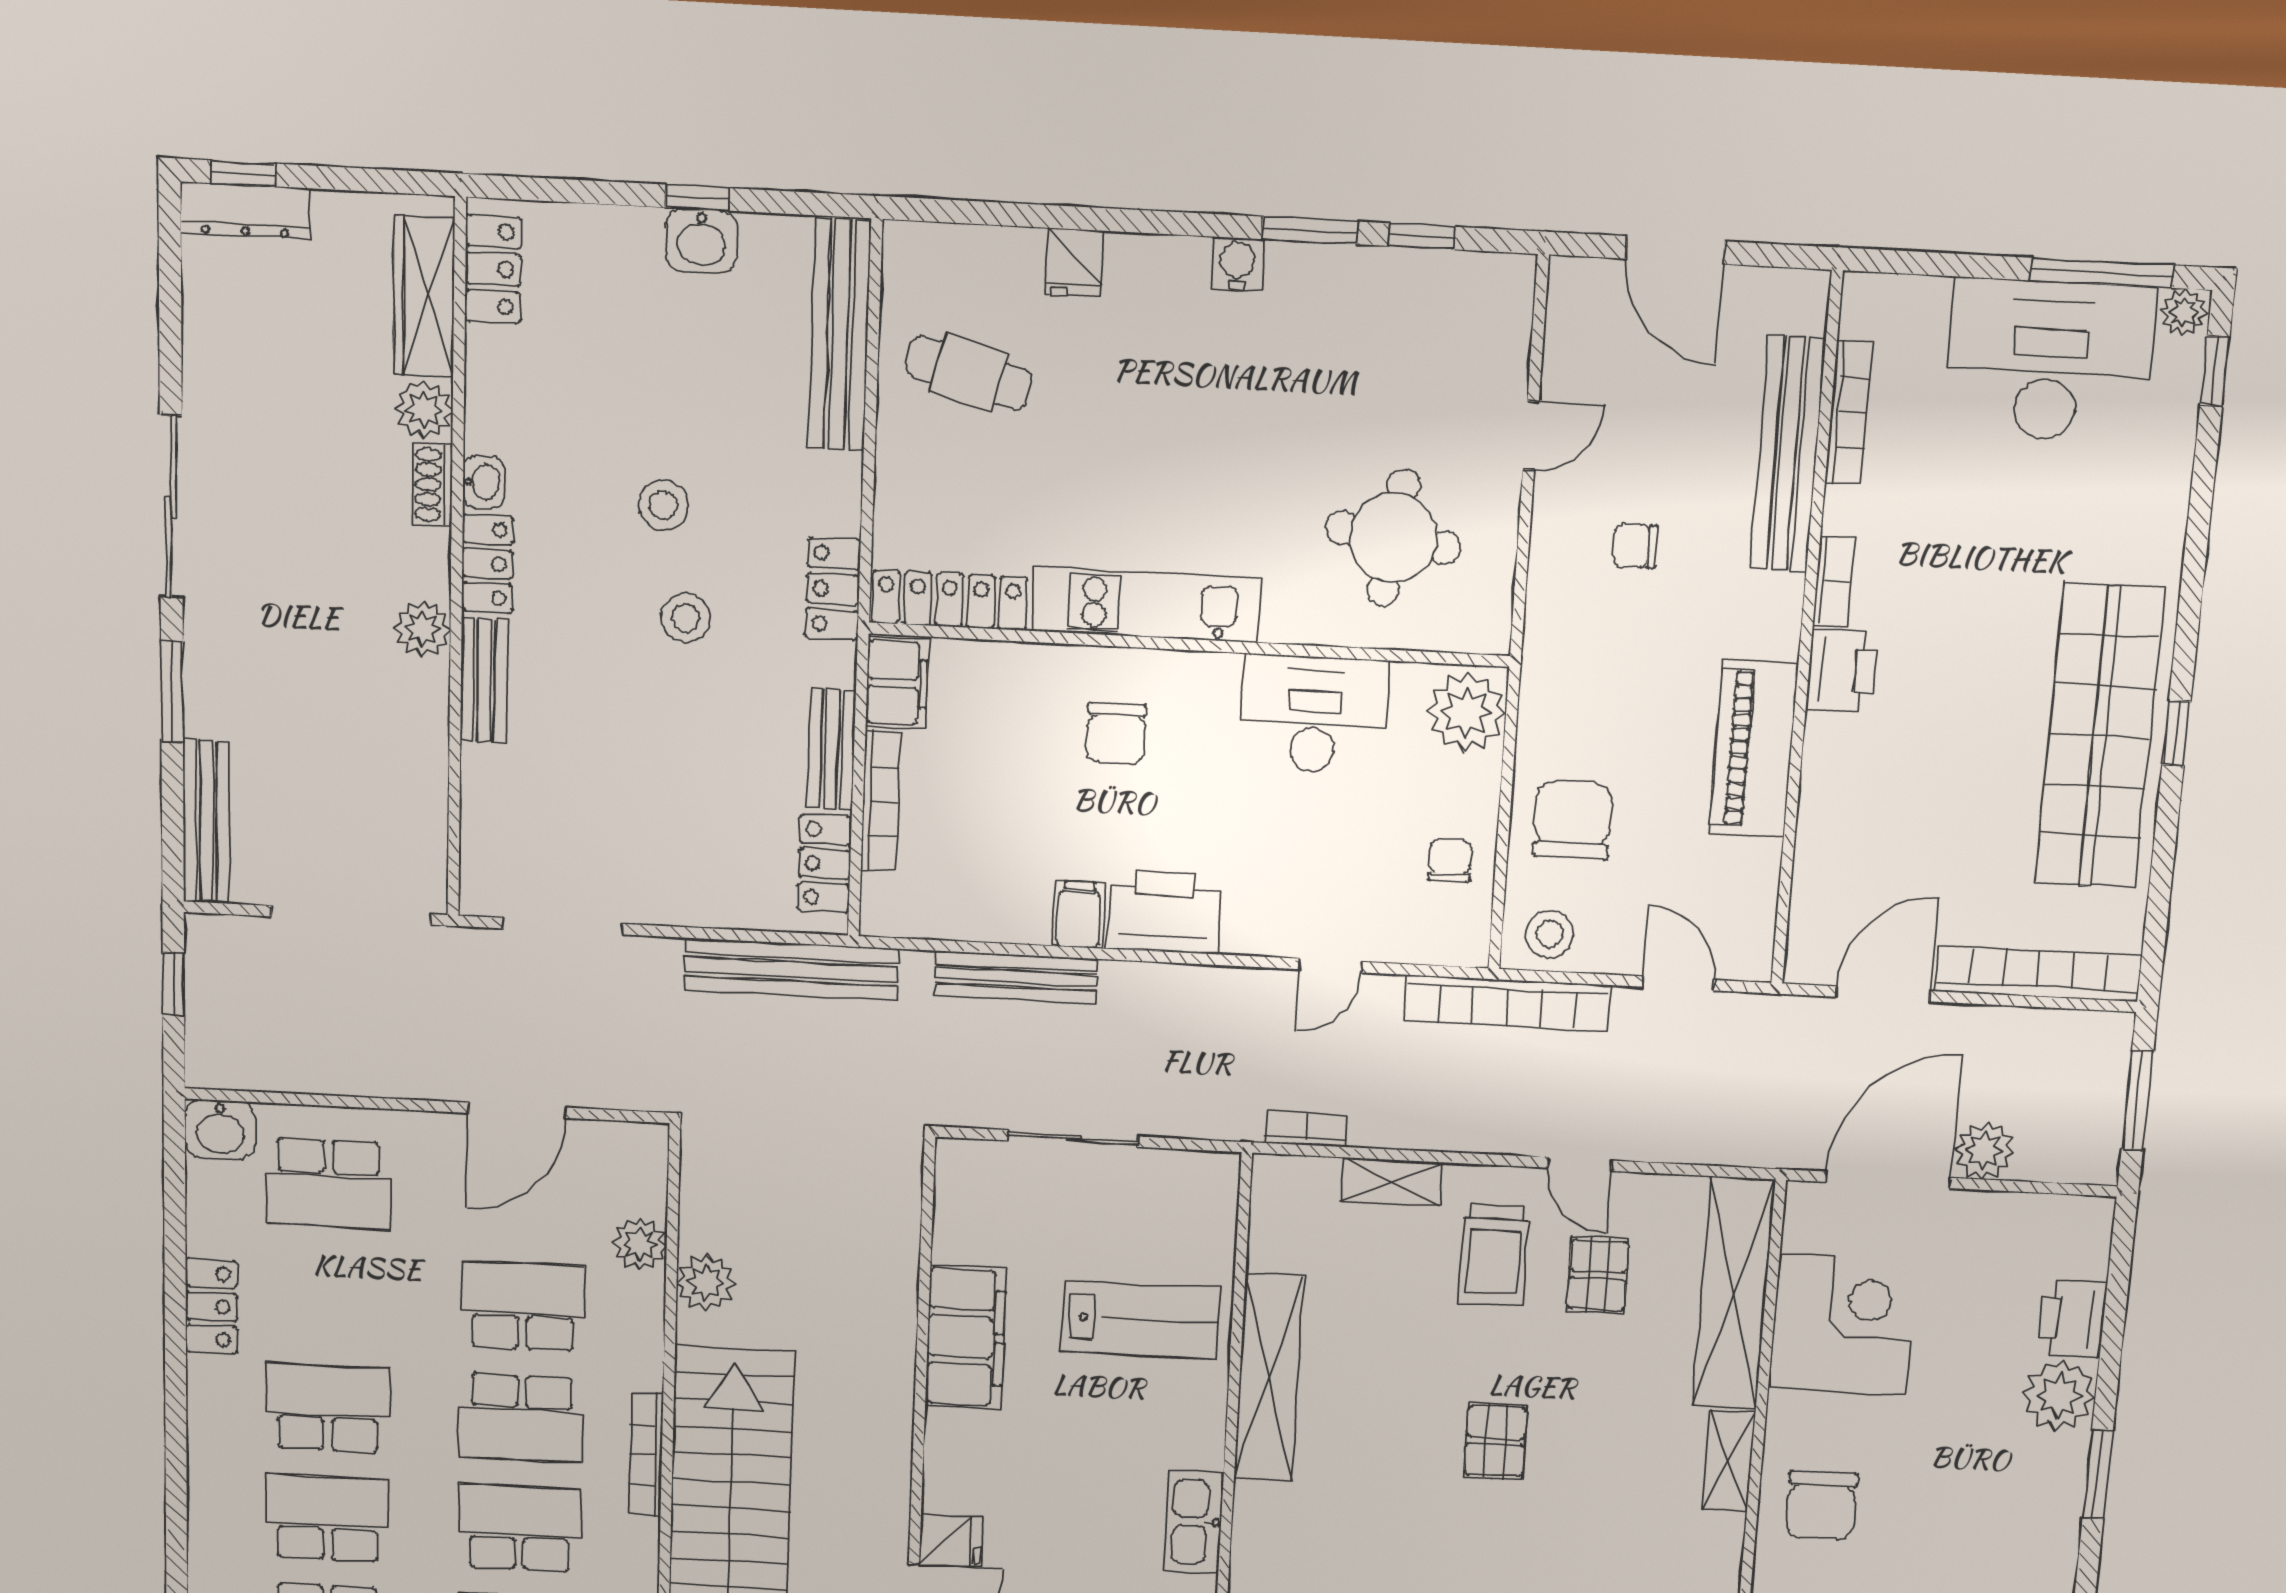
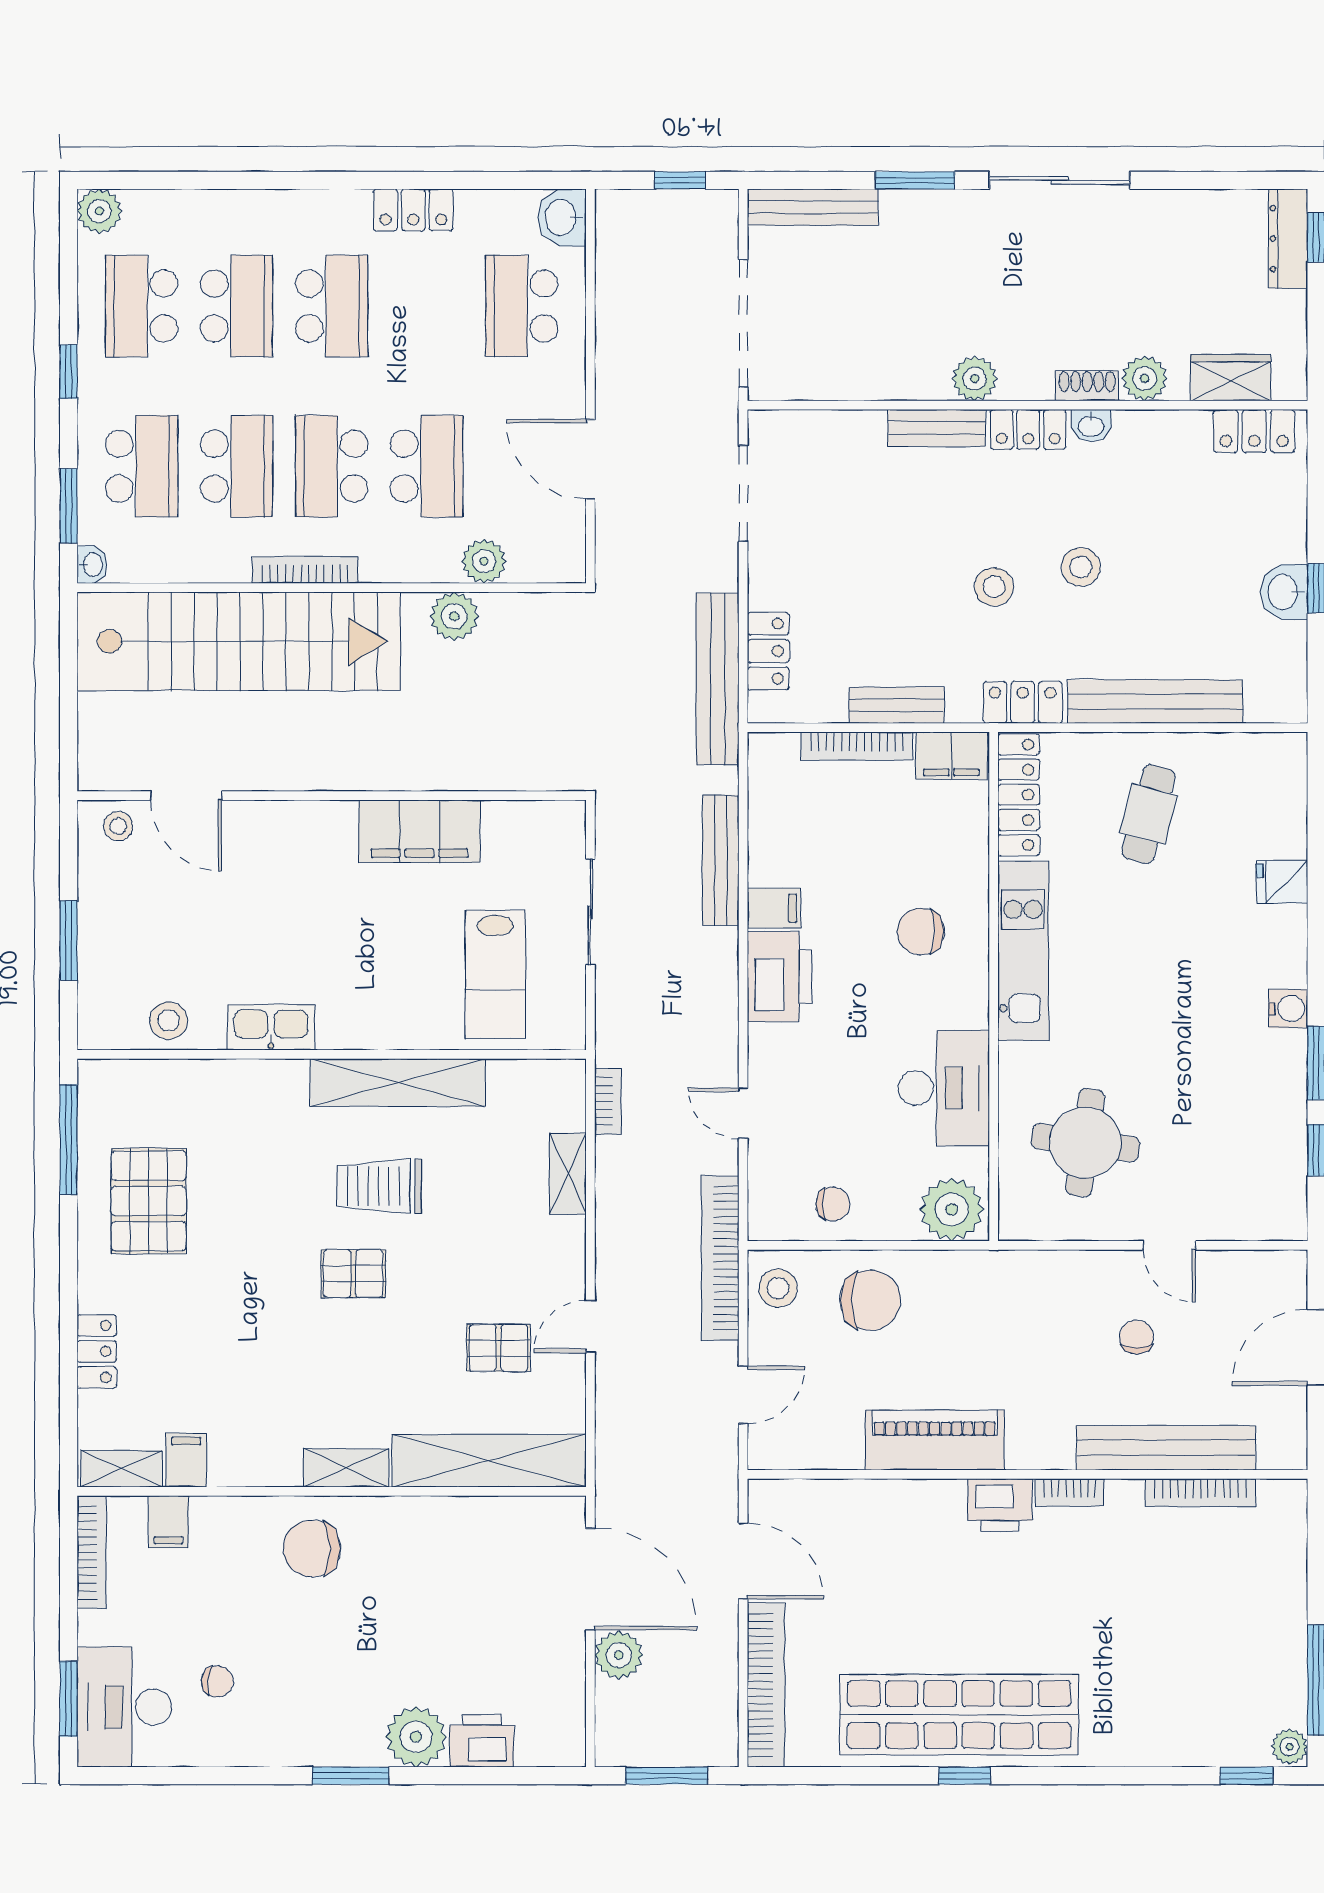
wardrobe: (424, 296) -> (1231, 378), width x0.67
bench: (840, 335) -> (1155, 702), moved
desk: (2049, 360) -> (1248, 1646), removed
cafe table: (969, 373) -> (1149, 814), moved
chair: (1635, 546) -> (1136, 1337), moved
locker: (824, 864) -> (768, 651), moved, turned 90
trolley: (1494, 1255) -> (379, 1186), moved
lab bench: (1141, 1320) -> (495, 974), moved
corner desk: (1843, 1324) -> (468, 1553), removed
fridge: (951, 1541) -> (244, 826), removed

